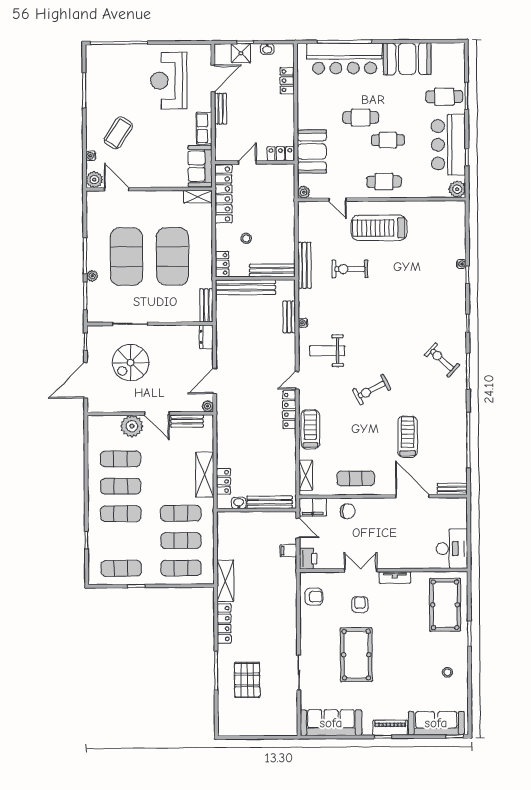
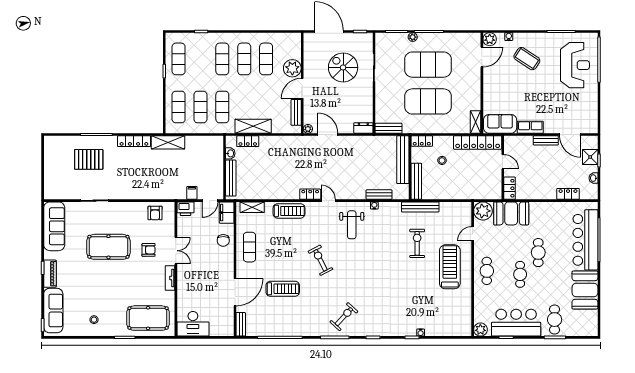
reception desk: (169, 81) -> (575, 65), moved, turned 90
plant: (304, 192) -> (483, 211), width x1.88, depth x1.88
weight bench: (327, 351) -> (352, 225), turned 180
locker: (289, 410) -> (310, 194), width x0.66

